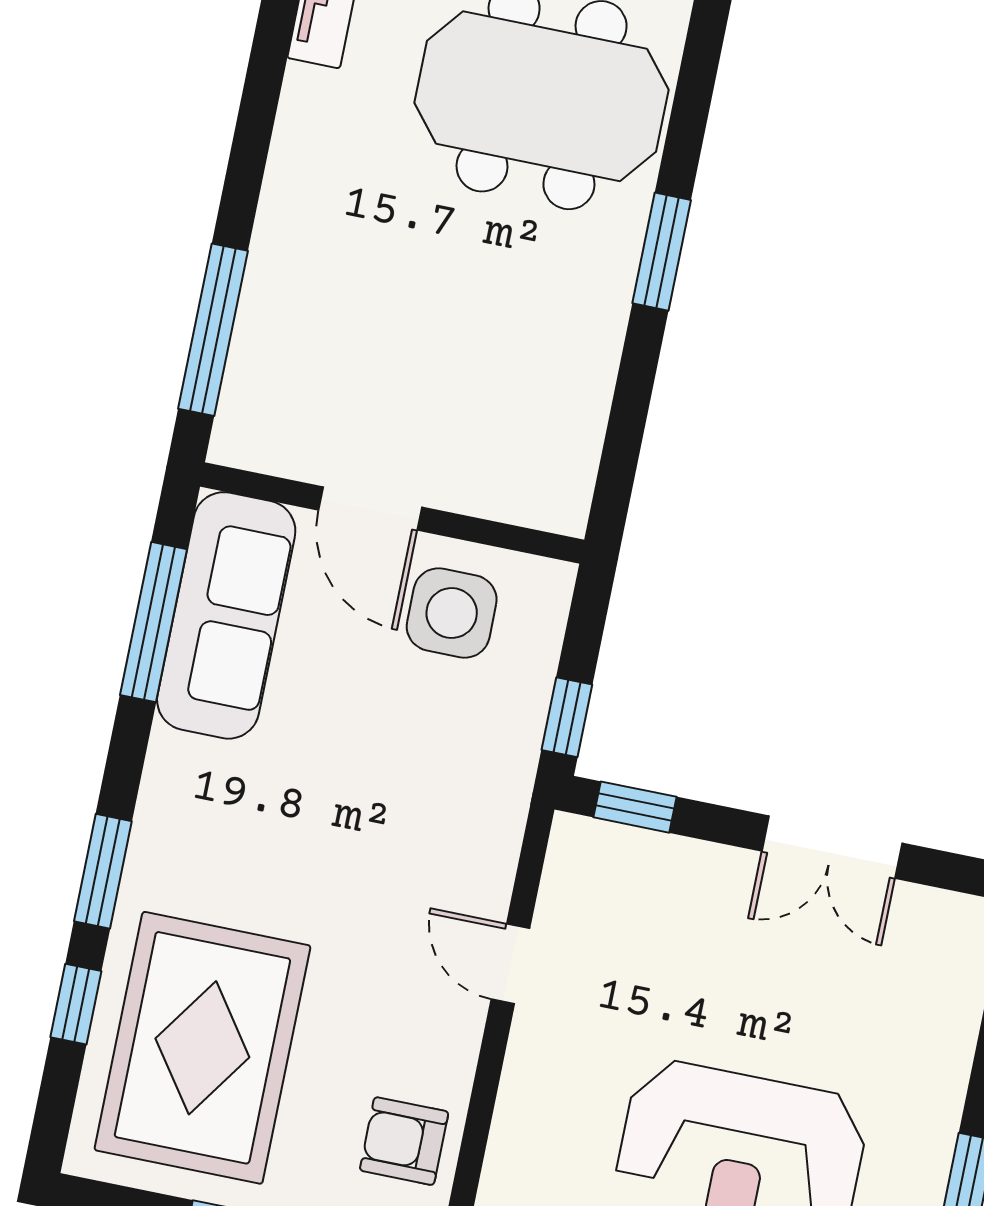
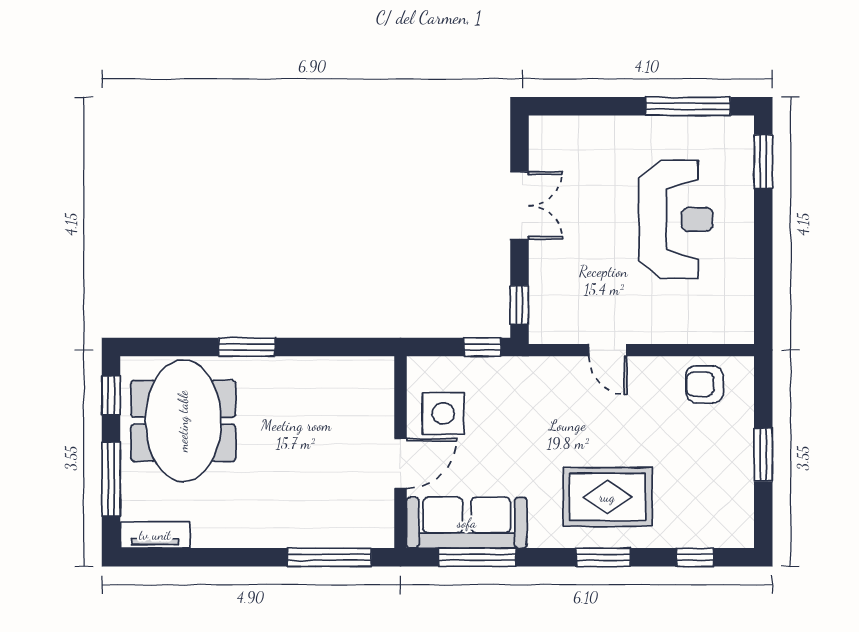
door: (510, 964) -> (608, 350), hinge flipped
window: (76, 1004) -> (695, 557), moved
rug: (202, 1048) -> (607, 497), moved, width x0.73, depth x0.69
armchair: (404, 1141) -> (705, 384), turned 90

